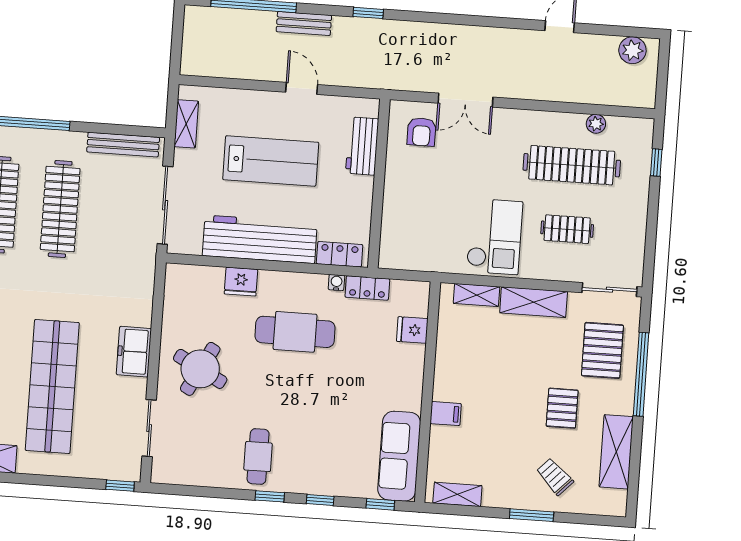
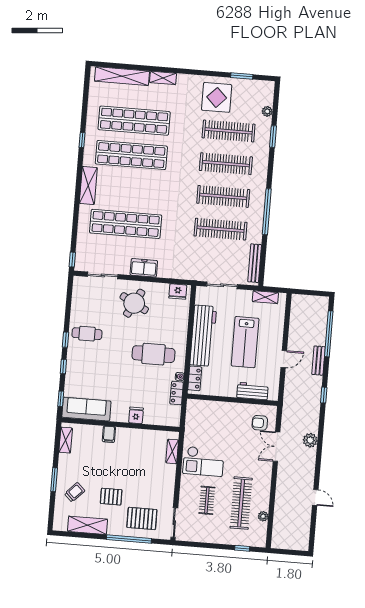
plant: (632, 50) -> (310, 440), moved
sliding door: (165, 205) -> (222, 285), width x0.73
fridge: (241, 282) -> (178, 291), moved, turned -90
shelving: (534, 302) -> (168, 482), removed
fridge: (412, 330) -> (136, 415), moved
cafe table: (295, 332) -> (153, 354), turned 90

